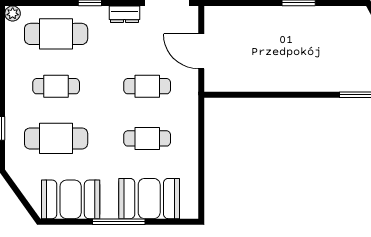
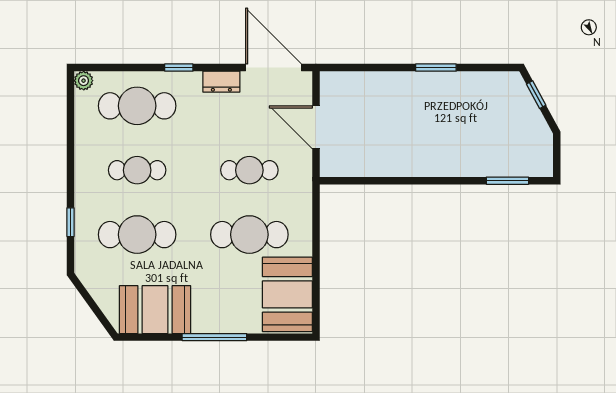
cafe table: (147, 138) -> (249, 235), width x1.37, depth x1.35
booth: (149, 199) -> (287, 294), moved, turned 90

